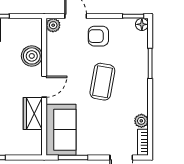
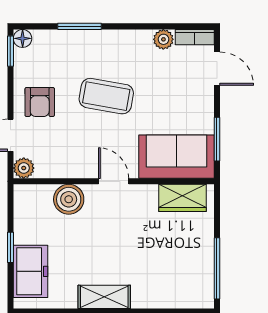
wardrobe: (33, 113) -> (182, 198), moved

